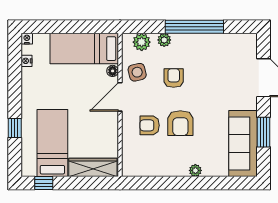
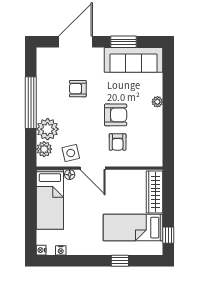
plant: (164, 40) -> (48, 129), width x1.88, depth x1.88
armchair: (174, 78) -> (78, 89), moved

